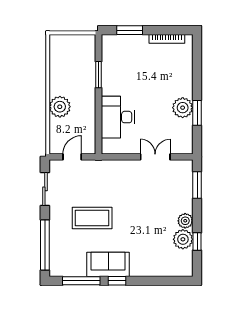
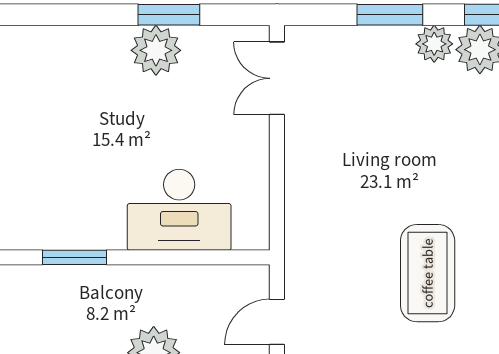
door: (72, 157) -> (277, 322), hinge flipped
double door: (155, 157) -> (277, 78), moved
window: (197, 185) -> (390, 15), moved

